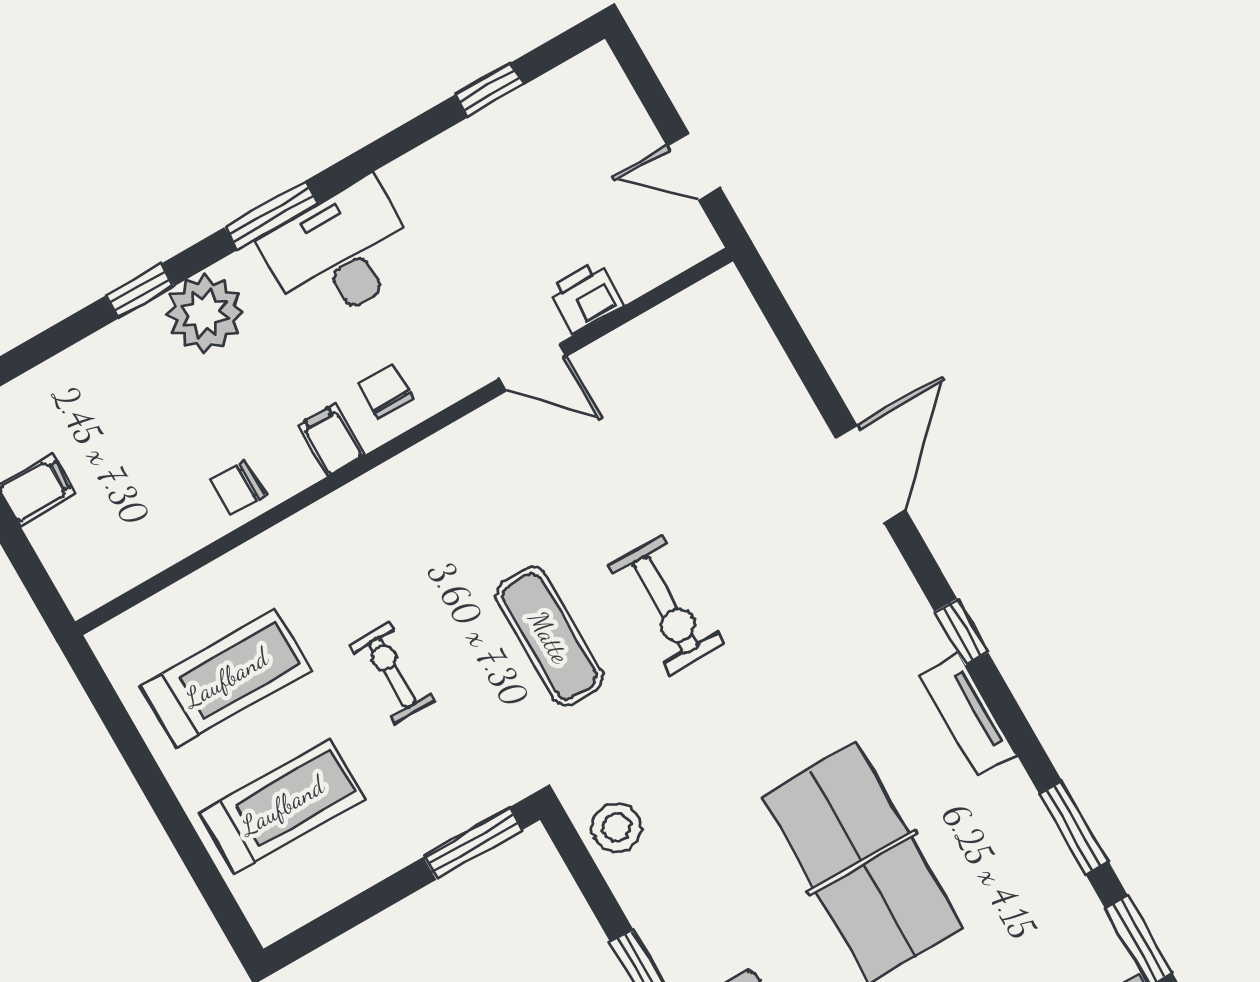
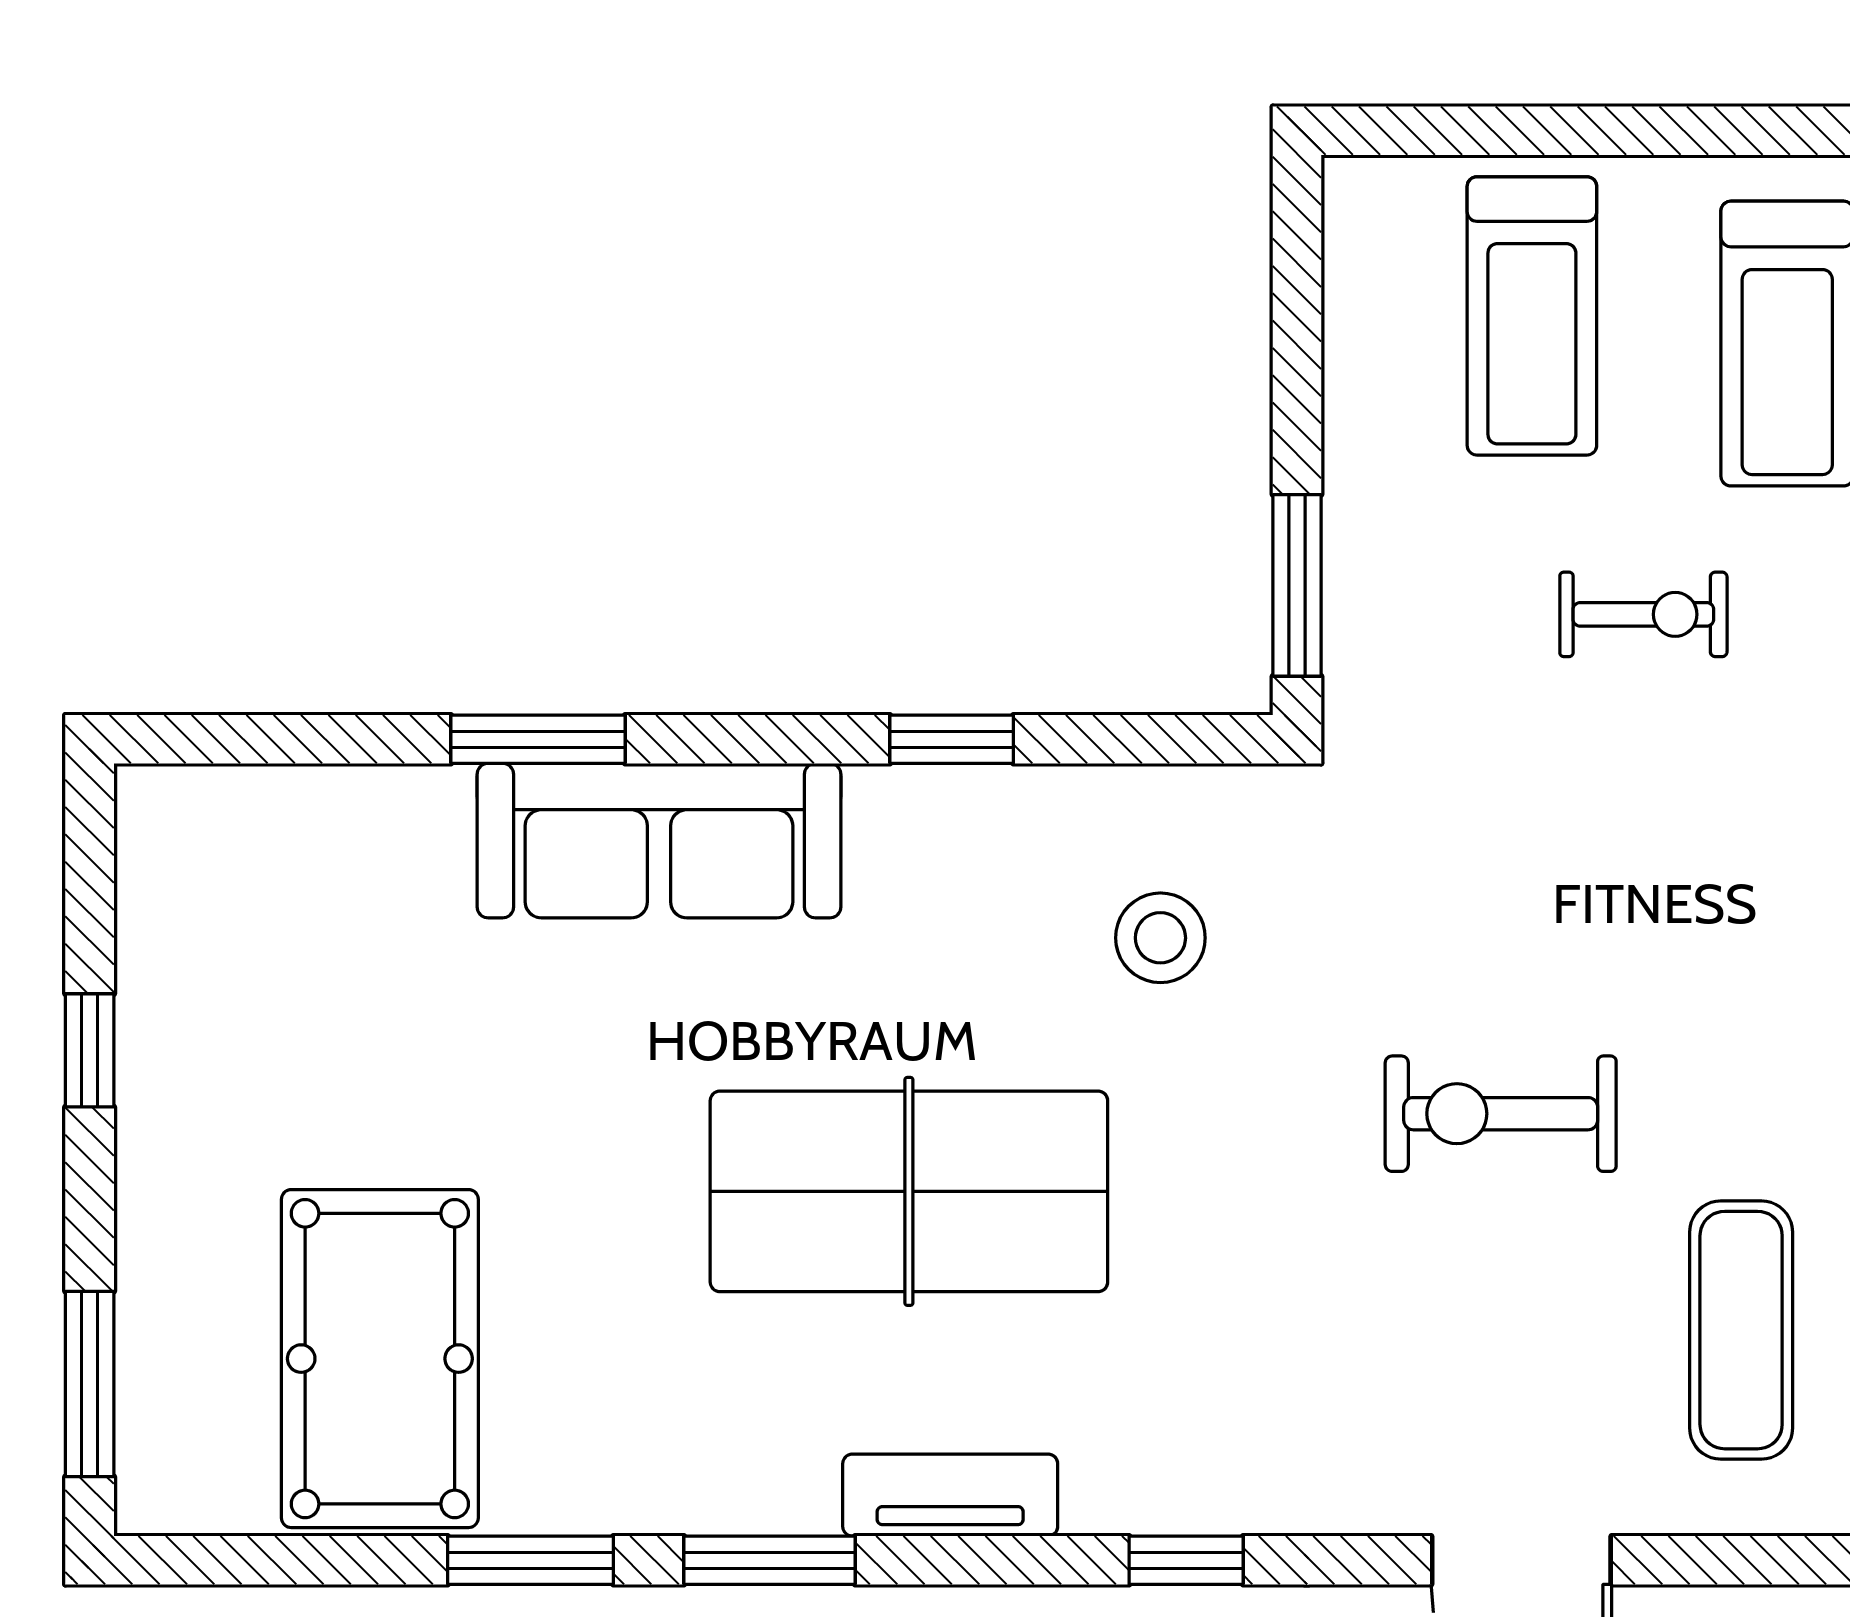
exercise mat: (549, 637) -> (1741, 1330), moved, turned 90
tv unit: (968, 714) -> (950, 1495), moved
stool: (617, 827) -> (1160, 938), moved

